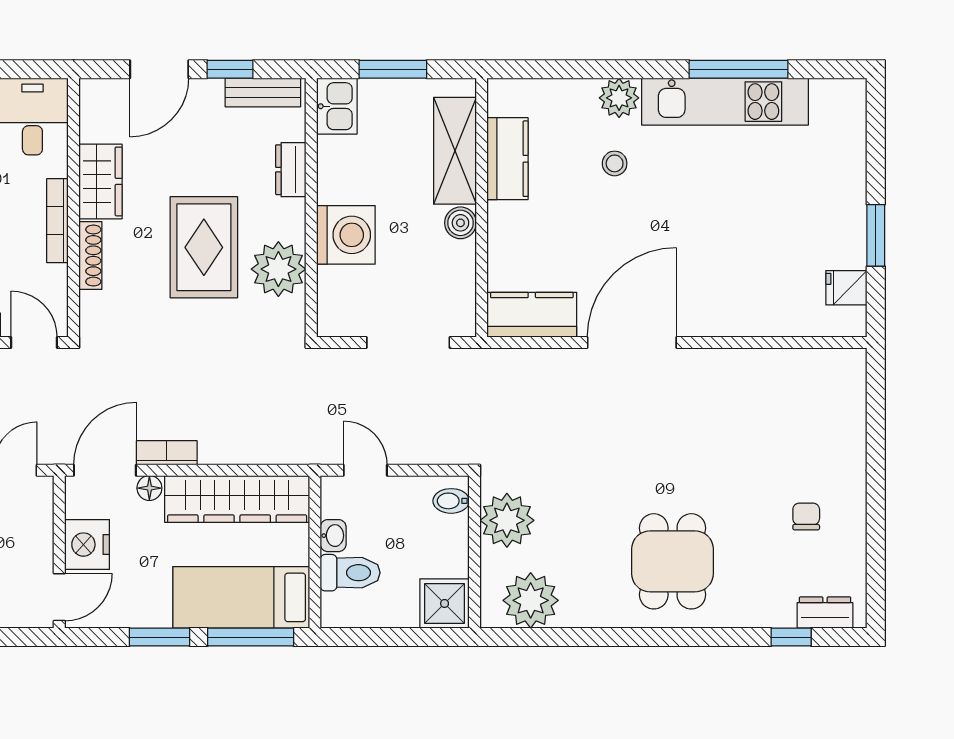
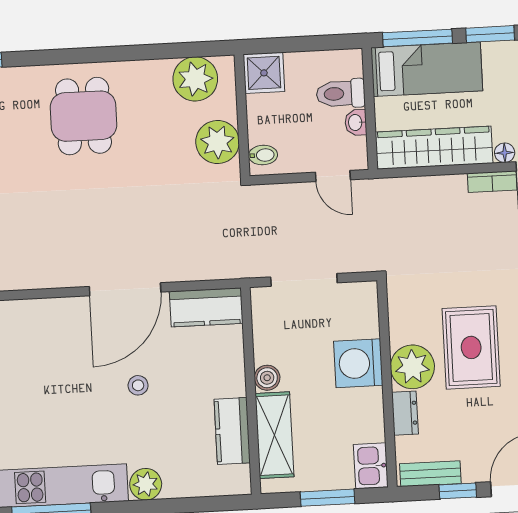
stool: (615, 163) -> (138, 385), moved
plant: (278, 269) -> (412, 367), moved

